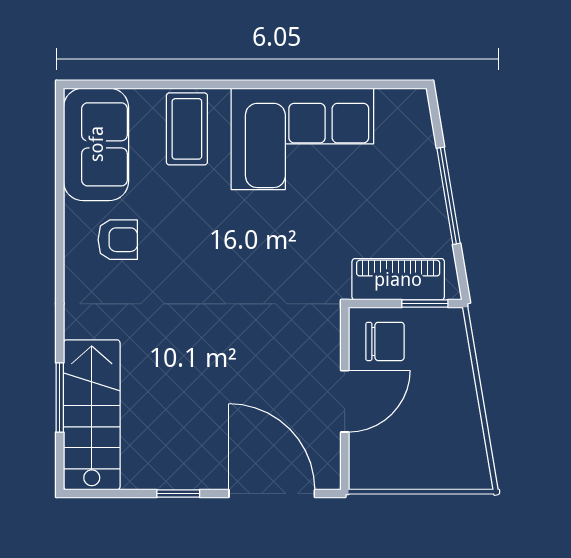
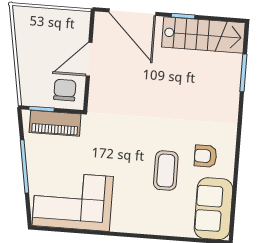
coffee table: (187, 129) -> (166, 171), moved
corner sofa: (302, 139) -> (73, 201), moved
chair: (385, 341) -> (65, 90), turned 90
stairs: (92, 415) -> (203, 35), moved, turned -90

